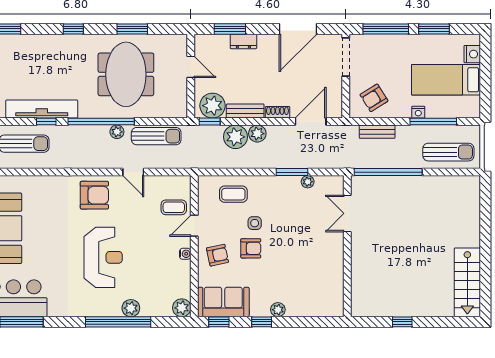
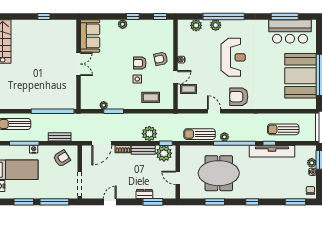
door: (298, 29) -> (110, 202), width x0.53
meeting table: (126, 74) -> (219, 173), turned 90
plant: (257, 134) -> (136, 136), removed
double door: (347, 213) -> (79, 64), moved
reception desk: (103, 257) -> (233, 57), turned 180
sofa: (223, 302) -> (90, 36), moved, turned -90
plant: (182, 308) -> (196, 25), moved

